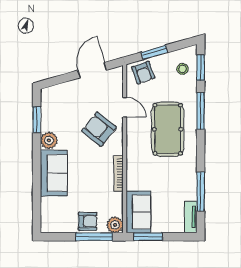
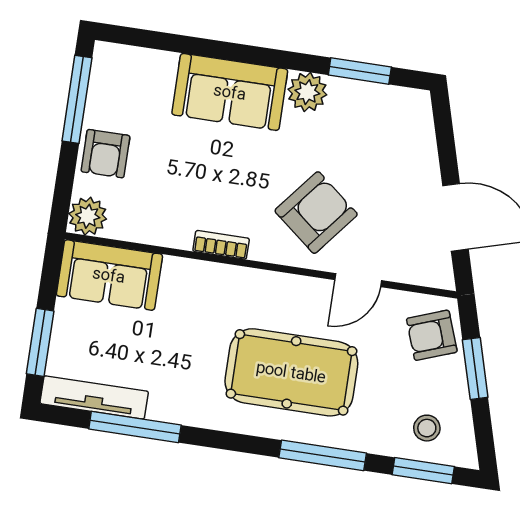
bookcase: (119, 173) -> (221, 245), width x0.64
tv unit: (191, 217) -> (94, 397), width x1.41
window: (94, 237) -> (77, 99), moved
window: (148, 237) -> (40, 342), moved

